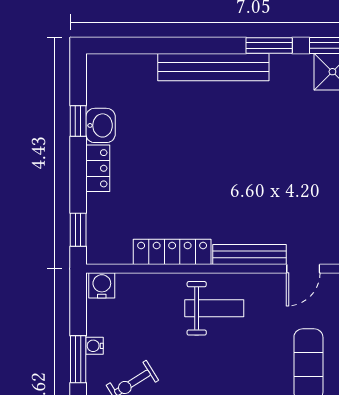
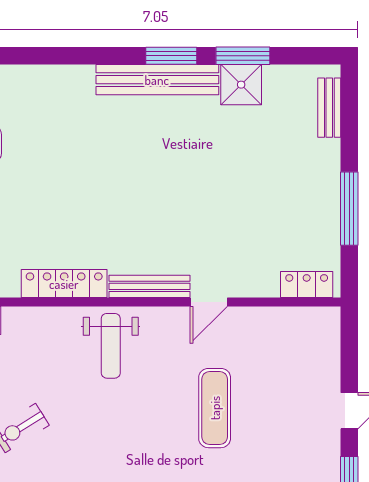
bench: (213, 67) -> (157, 80), moved
weight bench: (214, 308) -> (111, 346), turned 90

